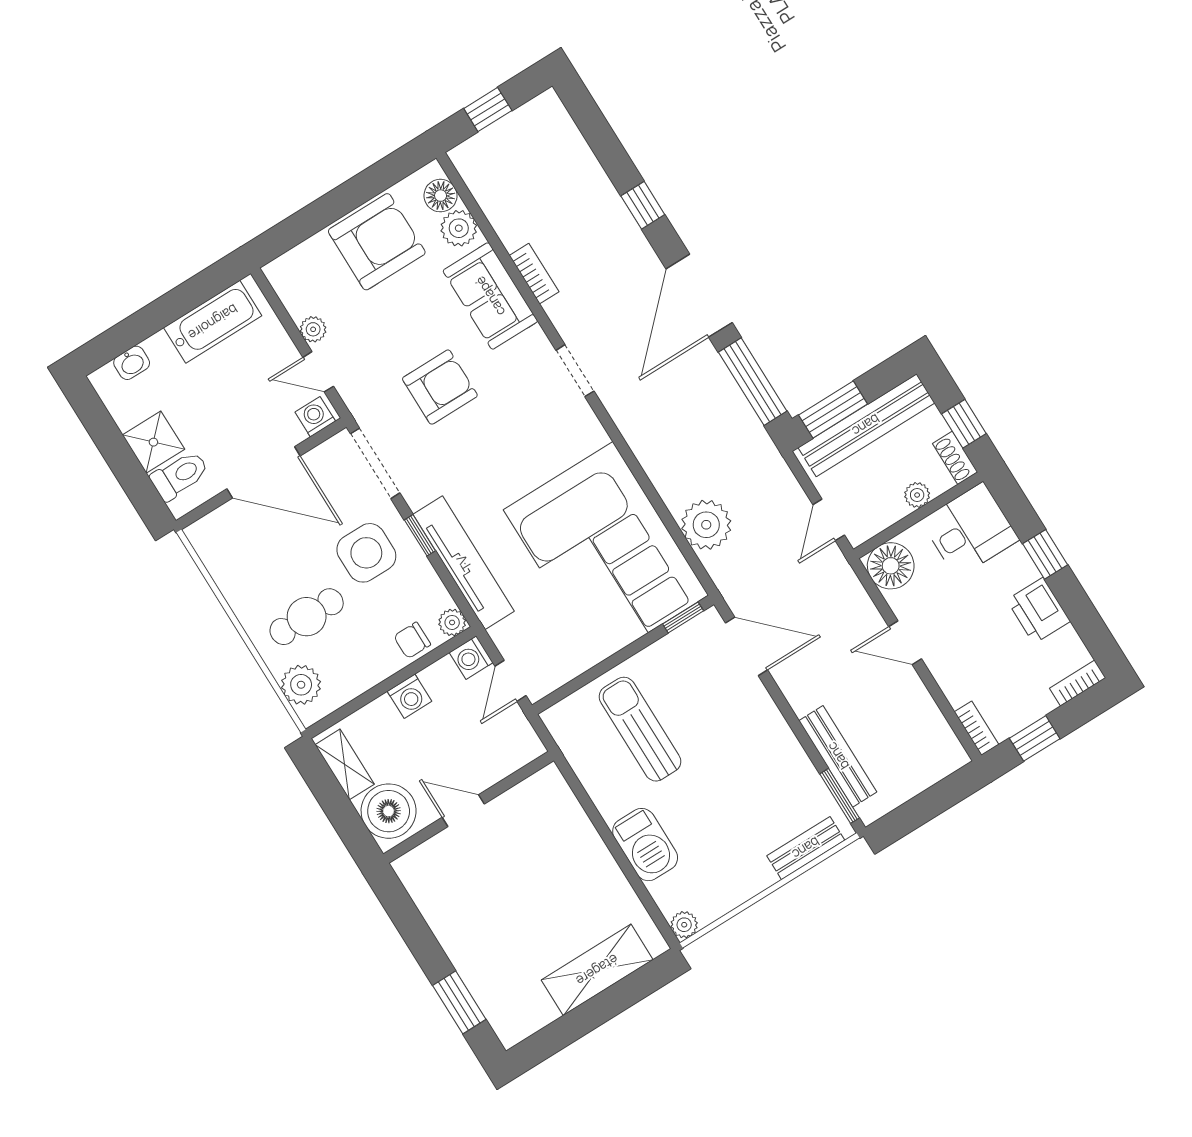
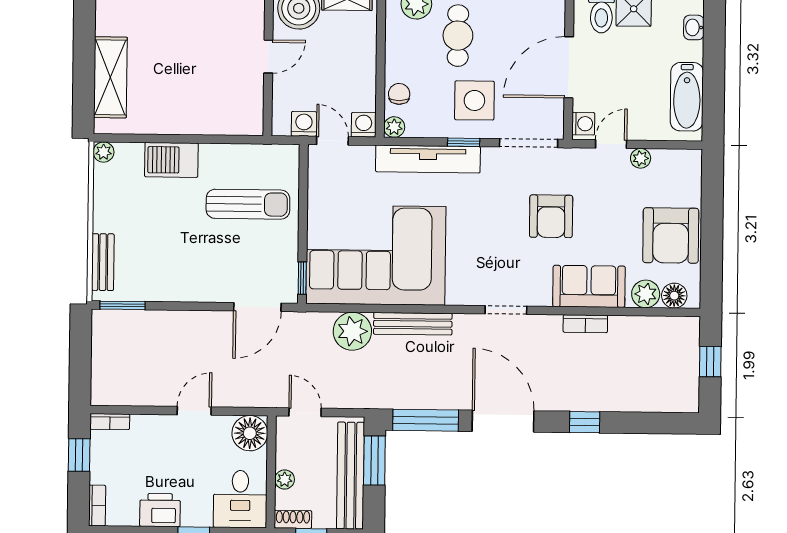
washing machine: (410, 696) -> (304, 124), moved, turned 90
bench: (838, 756) -> (413, 324), moved

